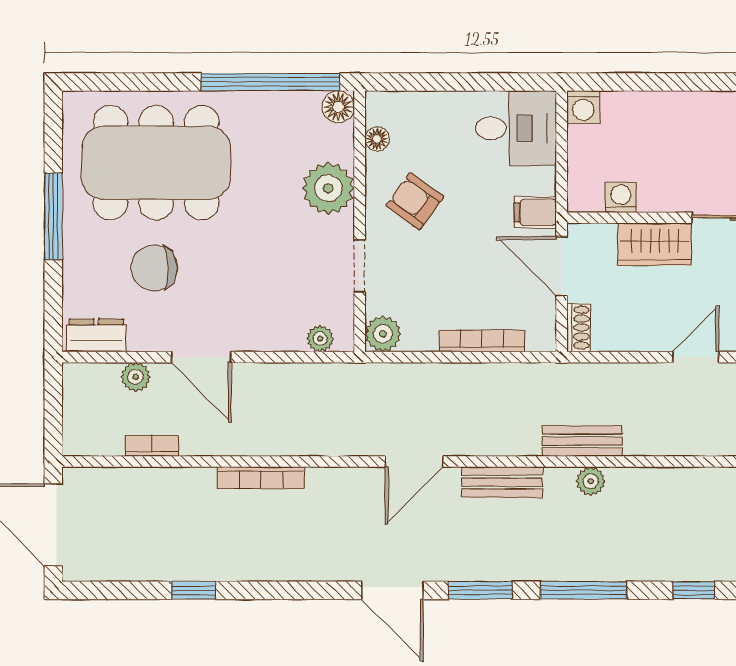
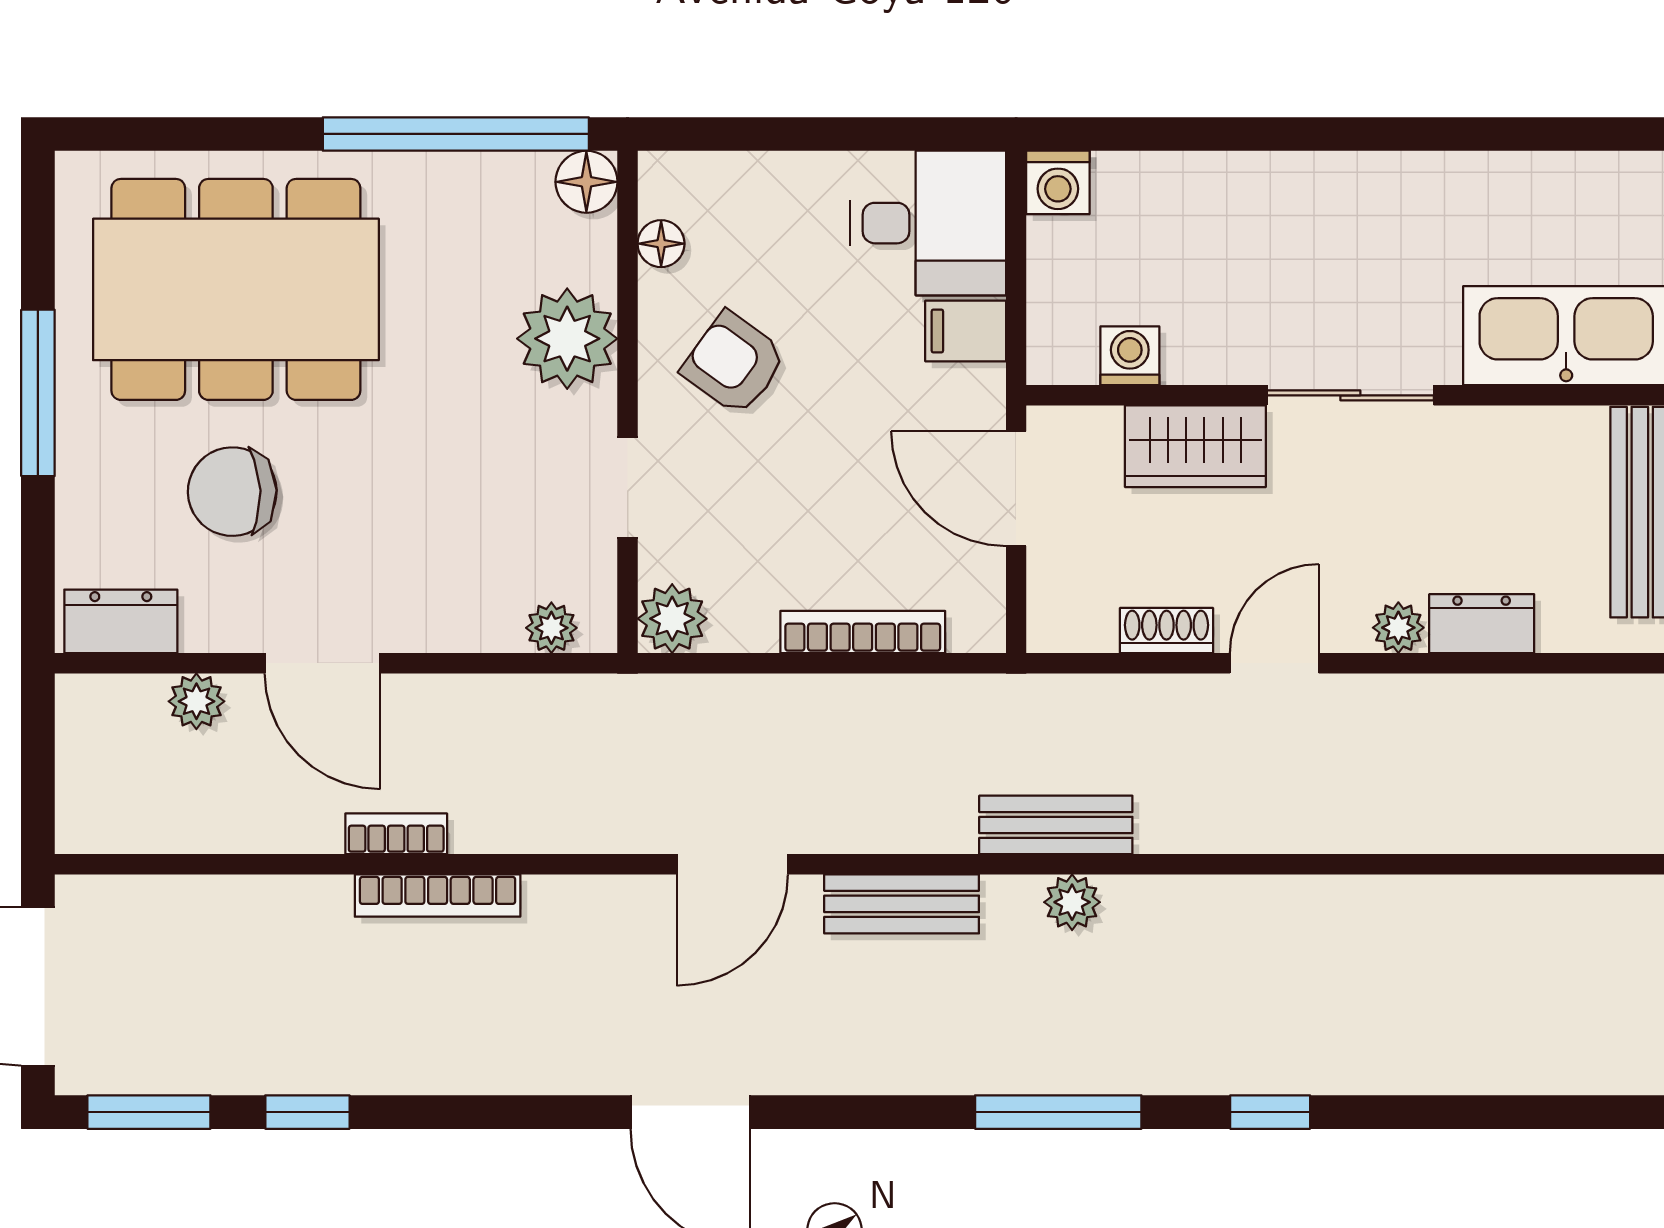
filing cabinet: (535, 212) -> (966, 331), moved
shoe rack: (579, 328) -> (1167, 631), moved, turned -90
bookcase: (152, 446) -> (396, 834), moved
window: (480, 590) -> (149, 1112), moved

